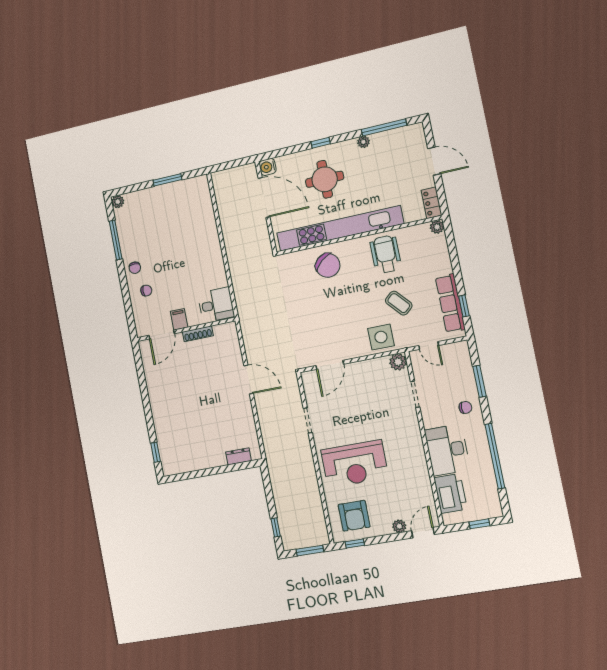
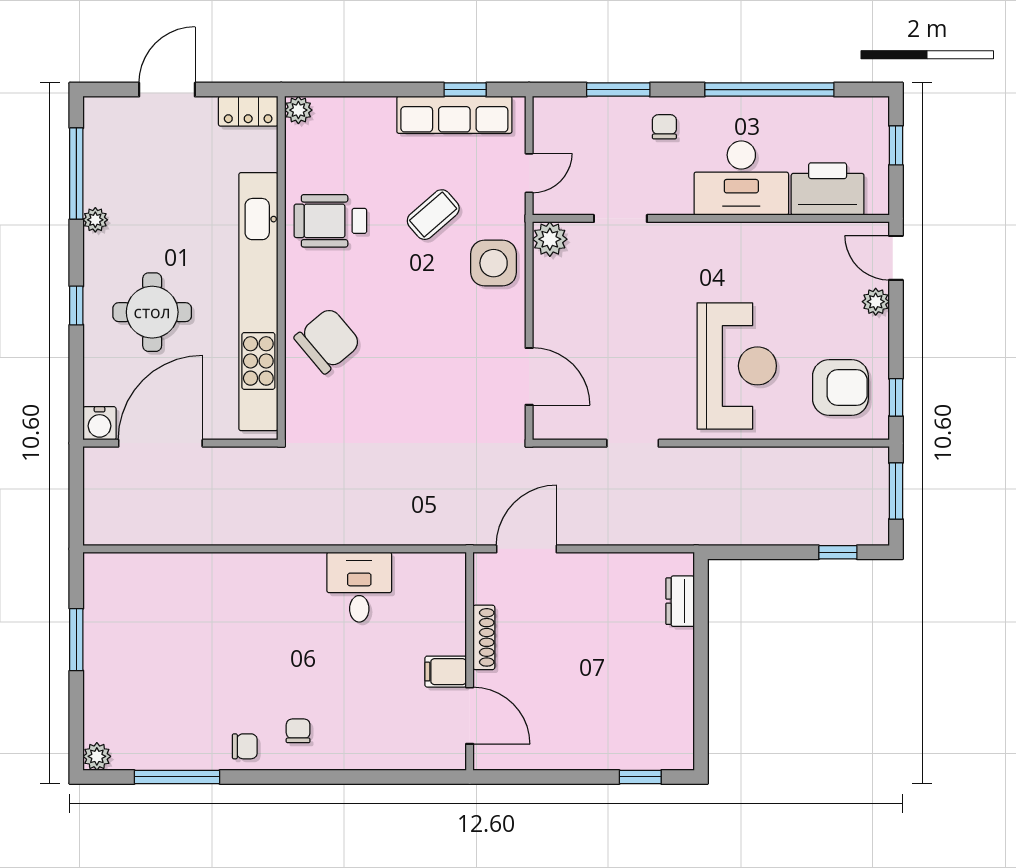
filing cabinet: (179, 319) -> (446, 672), moved
wall: (186, 329) -> (470, 661), moved
door: (162, 334) -> (470, 716), moved
shoe rack: (198, 334) -> (484, 637), moved

